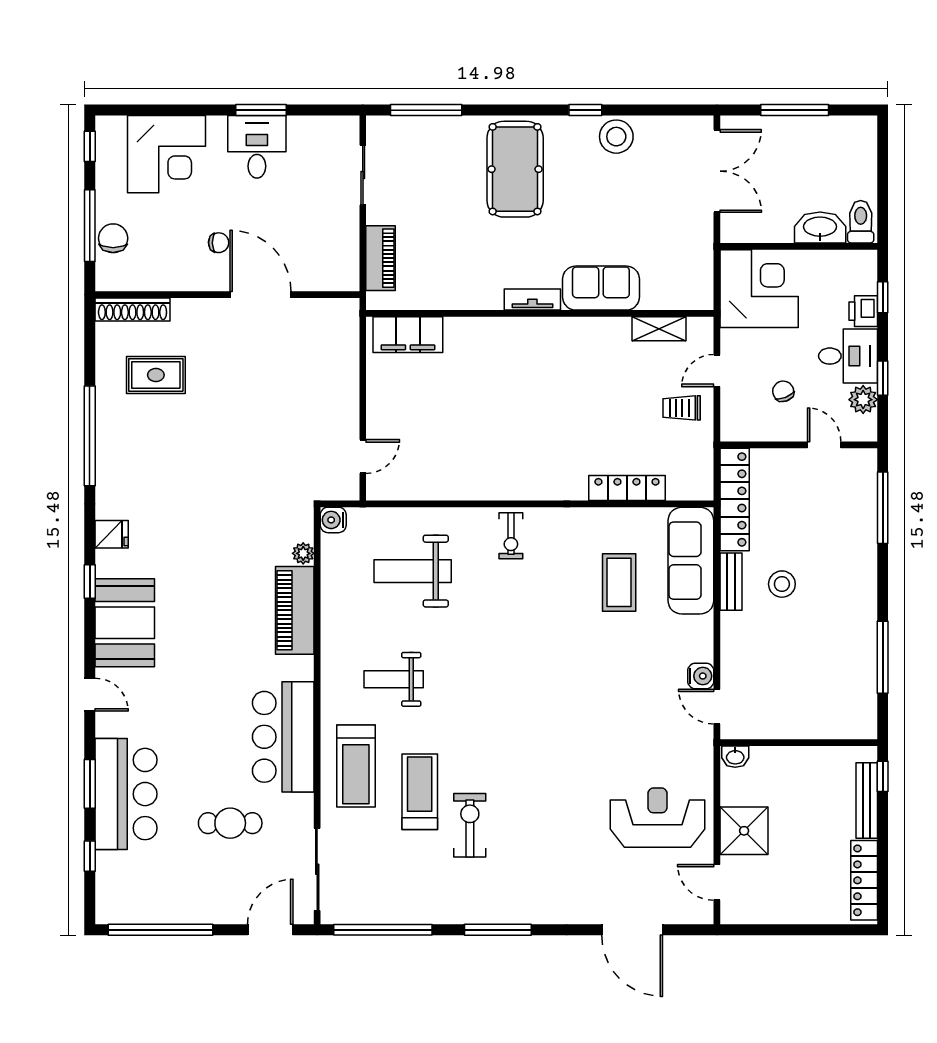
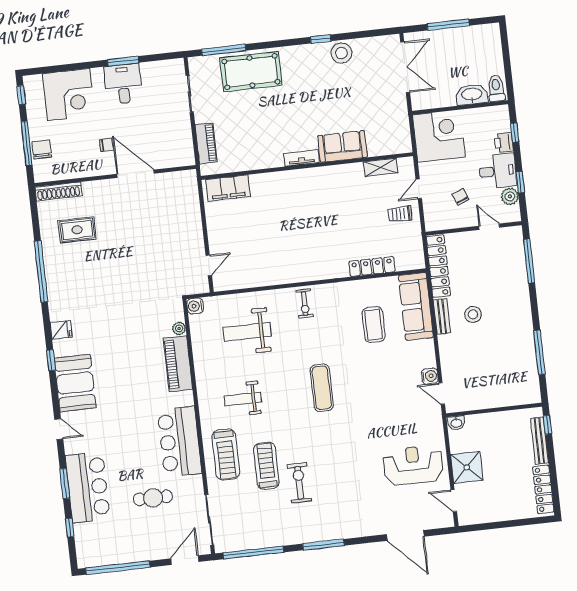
pool table: (515, 169) -> (251, 72), moved, turned 90
exercise mat: (524, 675) -> (322, 388), added

